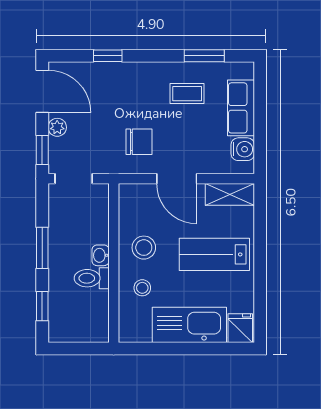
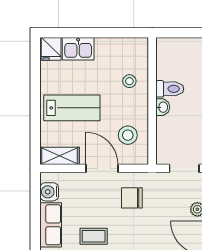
stool: (144, 248) -> (128, 135), moved
kitchen sink: (189, 325) -> (78, 49), width x0.53, depth x0.81

